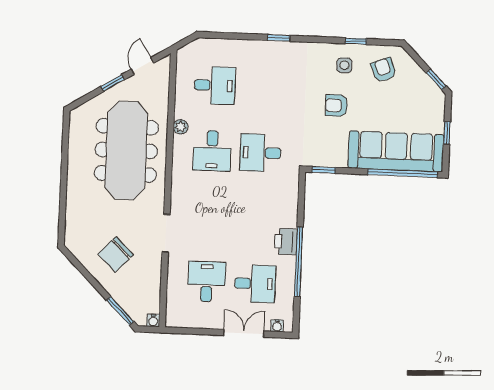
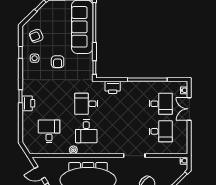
printer: (266, 51) -> (28, 103), added
desk: (212, 151) -> (86, 131), turned 90
desk: (261, 153) -> (86, 104), turned 90
printer: (286, 242) -> (113, 87), moved
desk: (207, 282) -> (161, 131), turned 180
desk: (255, 284) -> (161, 104), turned 90

